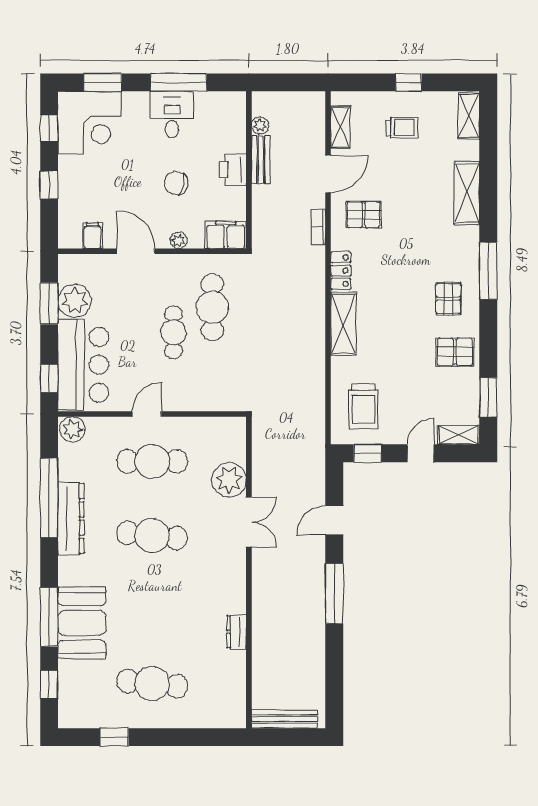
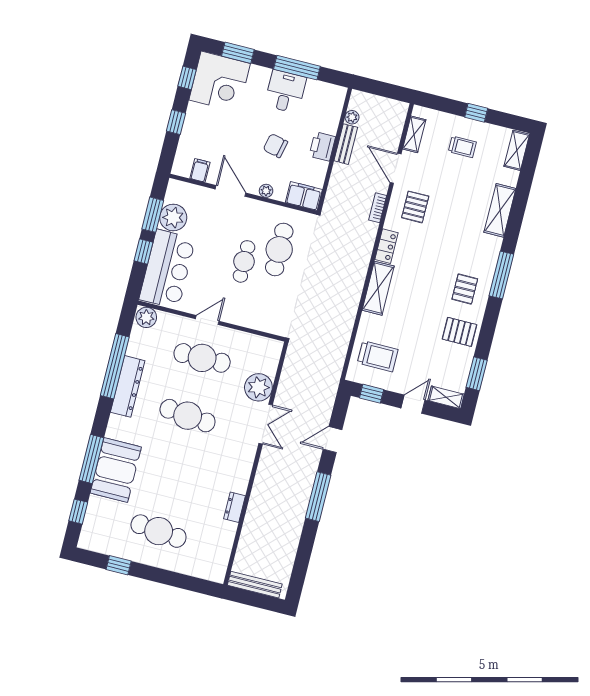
door: (328, 174) -> (396, 168), swing flipped
pallet: (364, 215) -> (415, 207), turned 90
window: (49, 378) -> (144, 251), moved
trolley: (363, 406) -> (378, 356), turned -90

